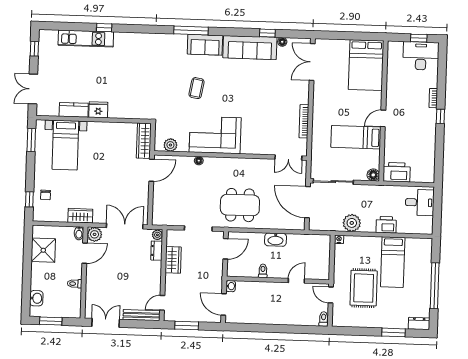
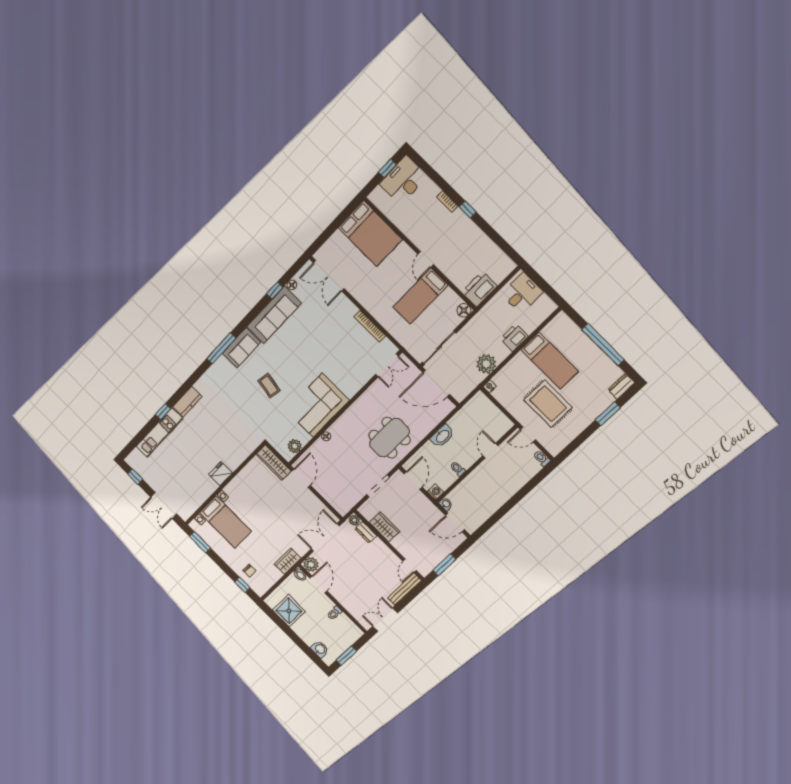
kitchen counter: (74, 110) -> (187, 402), moved, turned 180
washing machine: (232, 271) -> (435, 492), added

